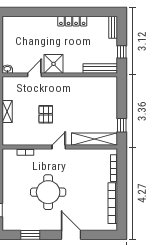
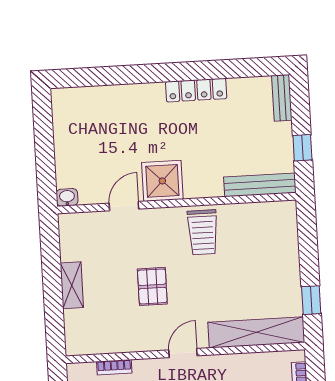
trolley: (72, 90) -> (203, 232), added

